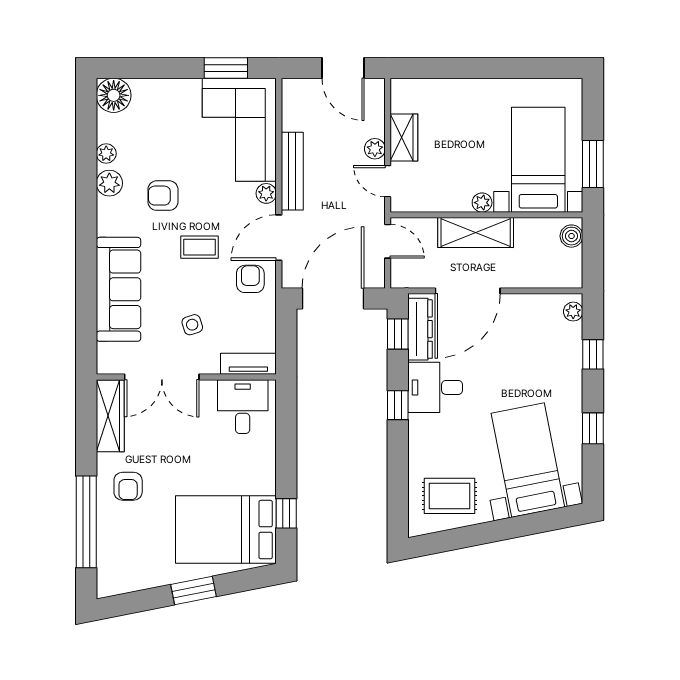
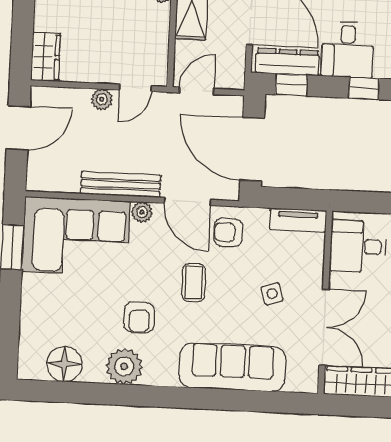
floor lamp: (114, 95) -> (64, 364), moved
wardrobe: (404, 137) -> (46, 57), moved, turned 90
plant: (106, 153) -> (94, 373), removed
plant: (109, 183) -> (124, 366), width x1.36, depth x1.36
tv unit: (248, 364) -> (298, 220), moved, turned -90

